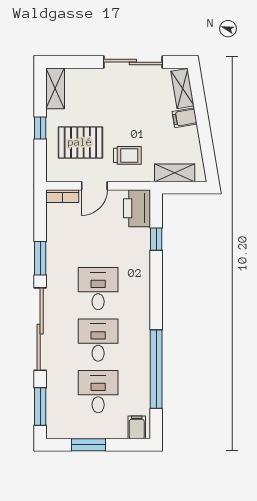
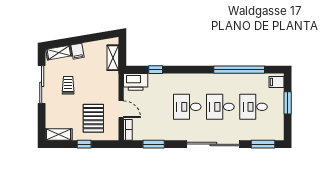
trolley: (127, 155) -> (68, 85), moved
window: (40, 258) -> (154, 144), moved
window: (88, 445) -> (288, 103), moved

